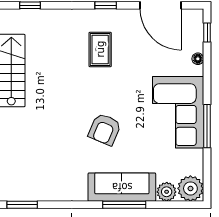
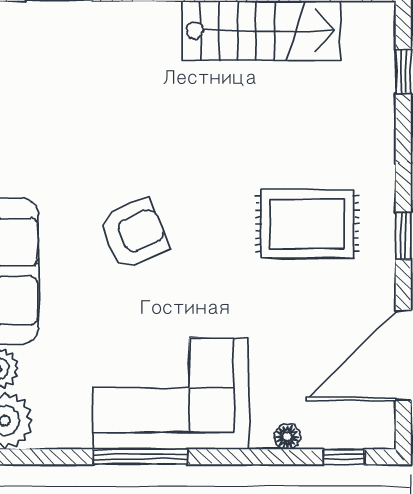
rug: (100, 49) -> (307, 224), width x1.36, depth x1.43
armchair: (105, 129) -> (134, 234), turned 134

